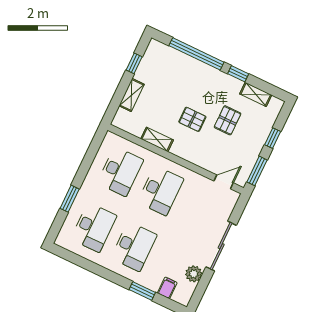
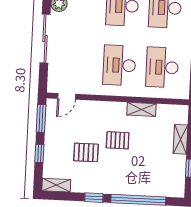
shelving: (256, 94) -> (56, 185), moved
pallet: (228, 120) -> (86, 152), turned 90

